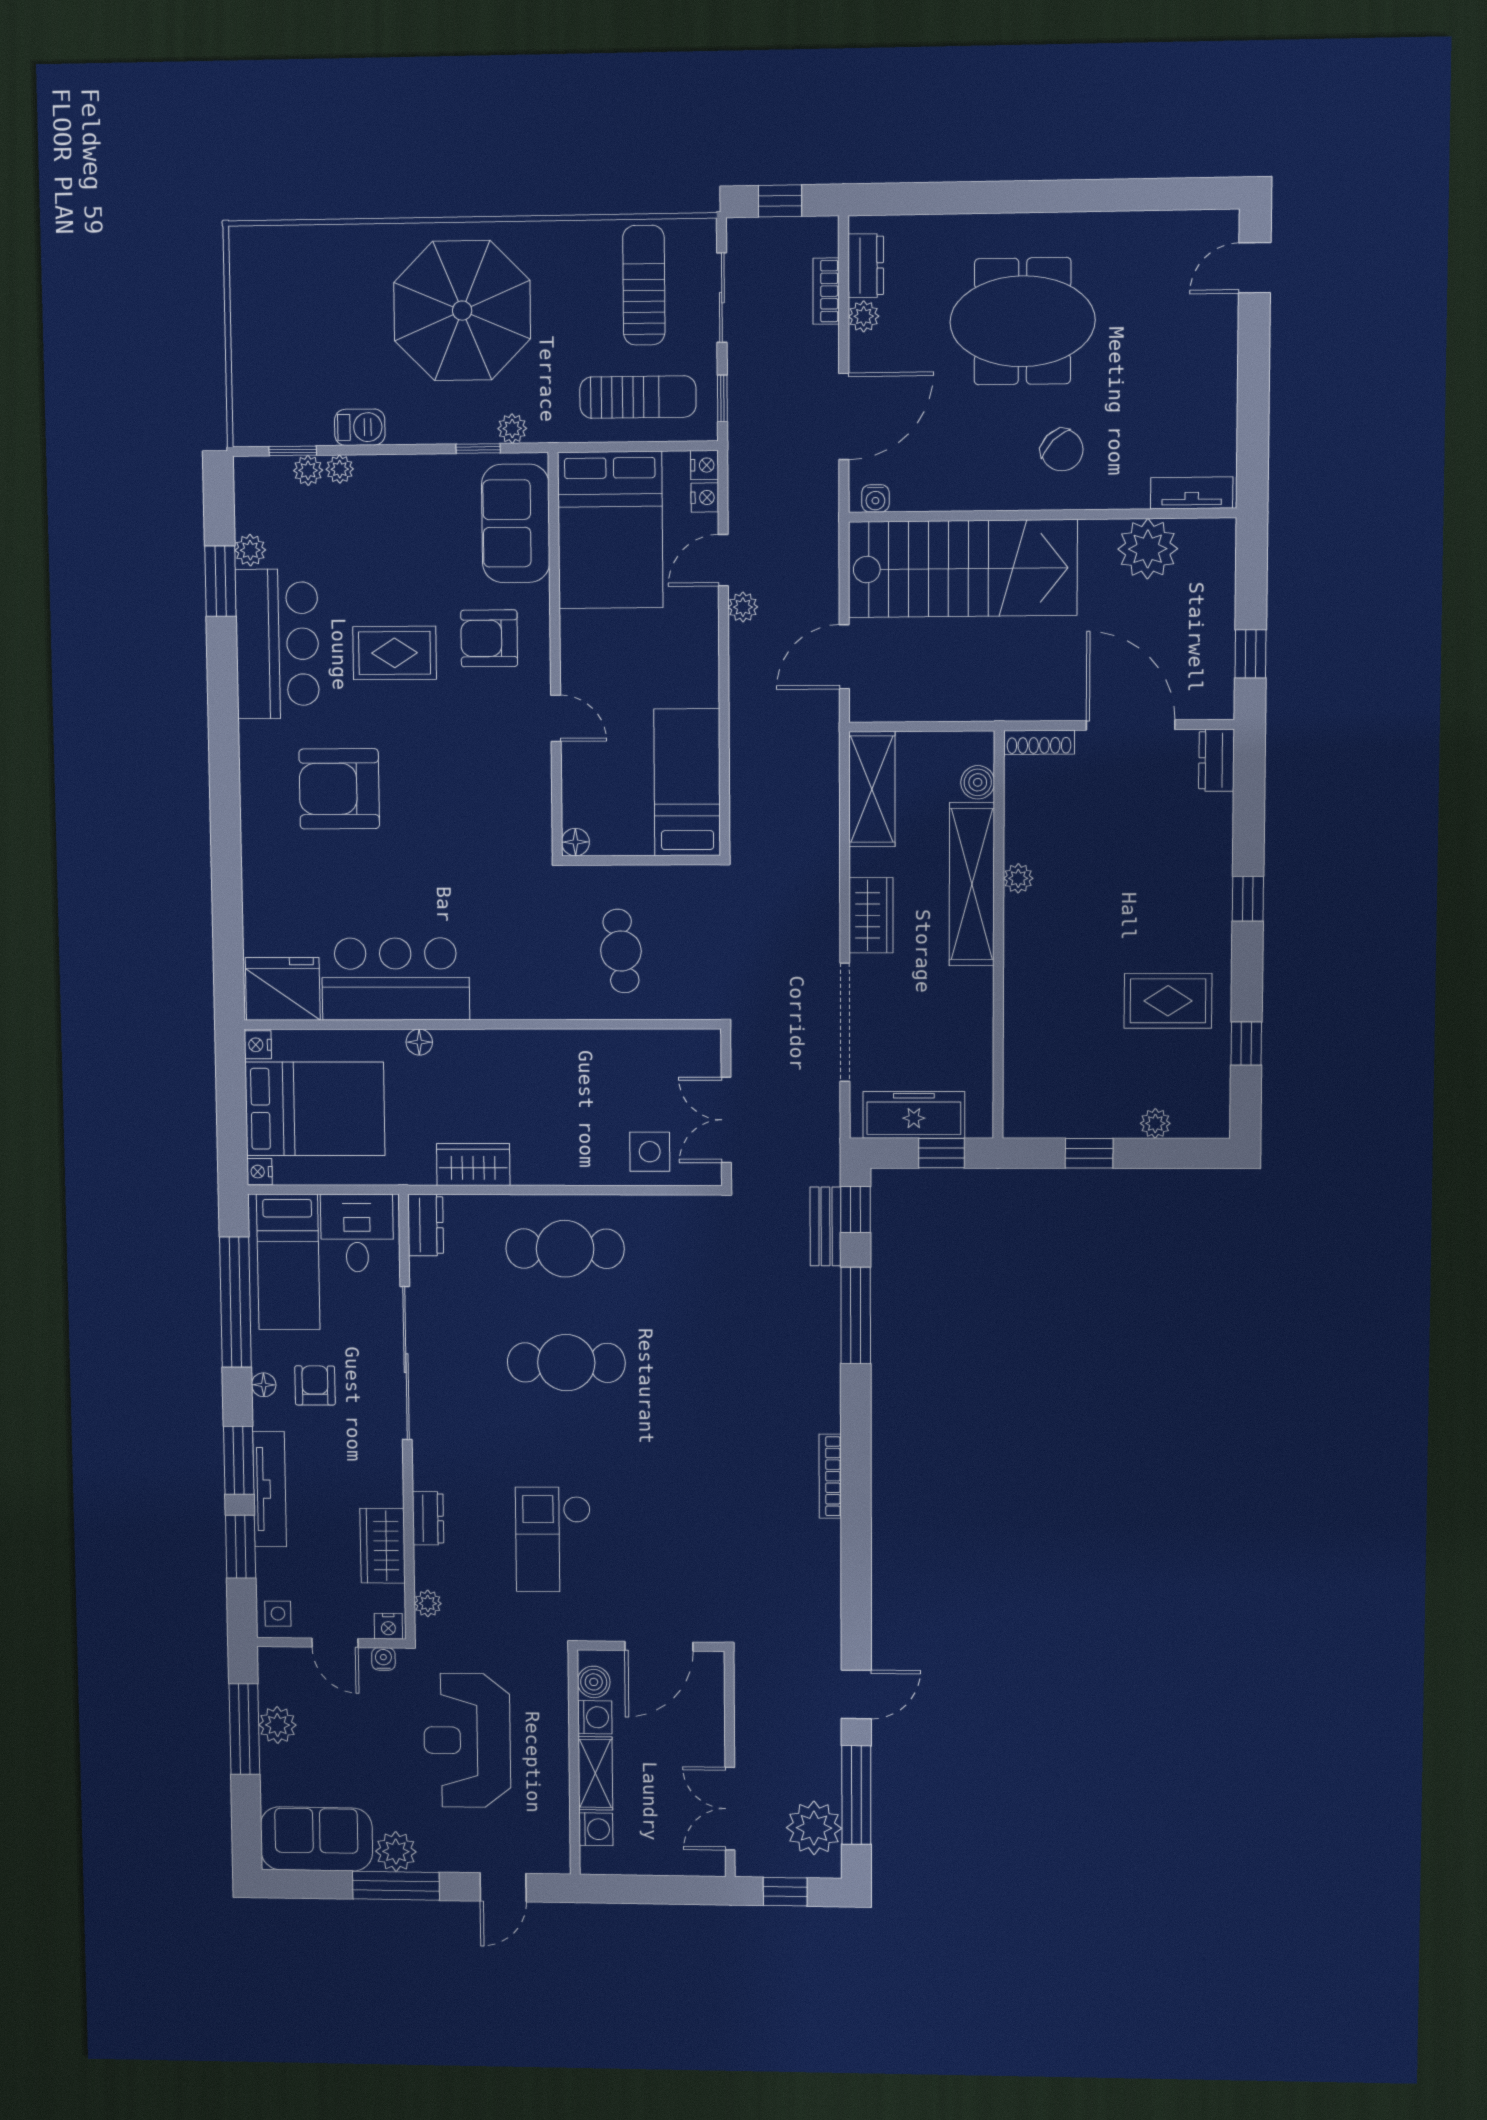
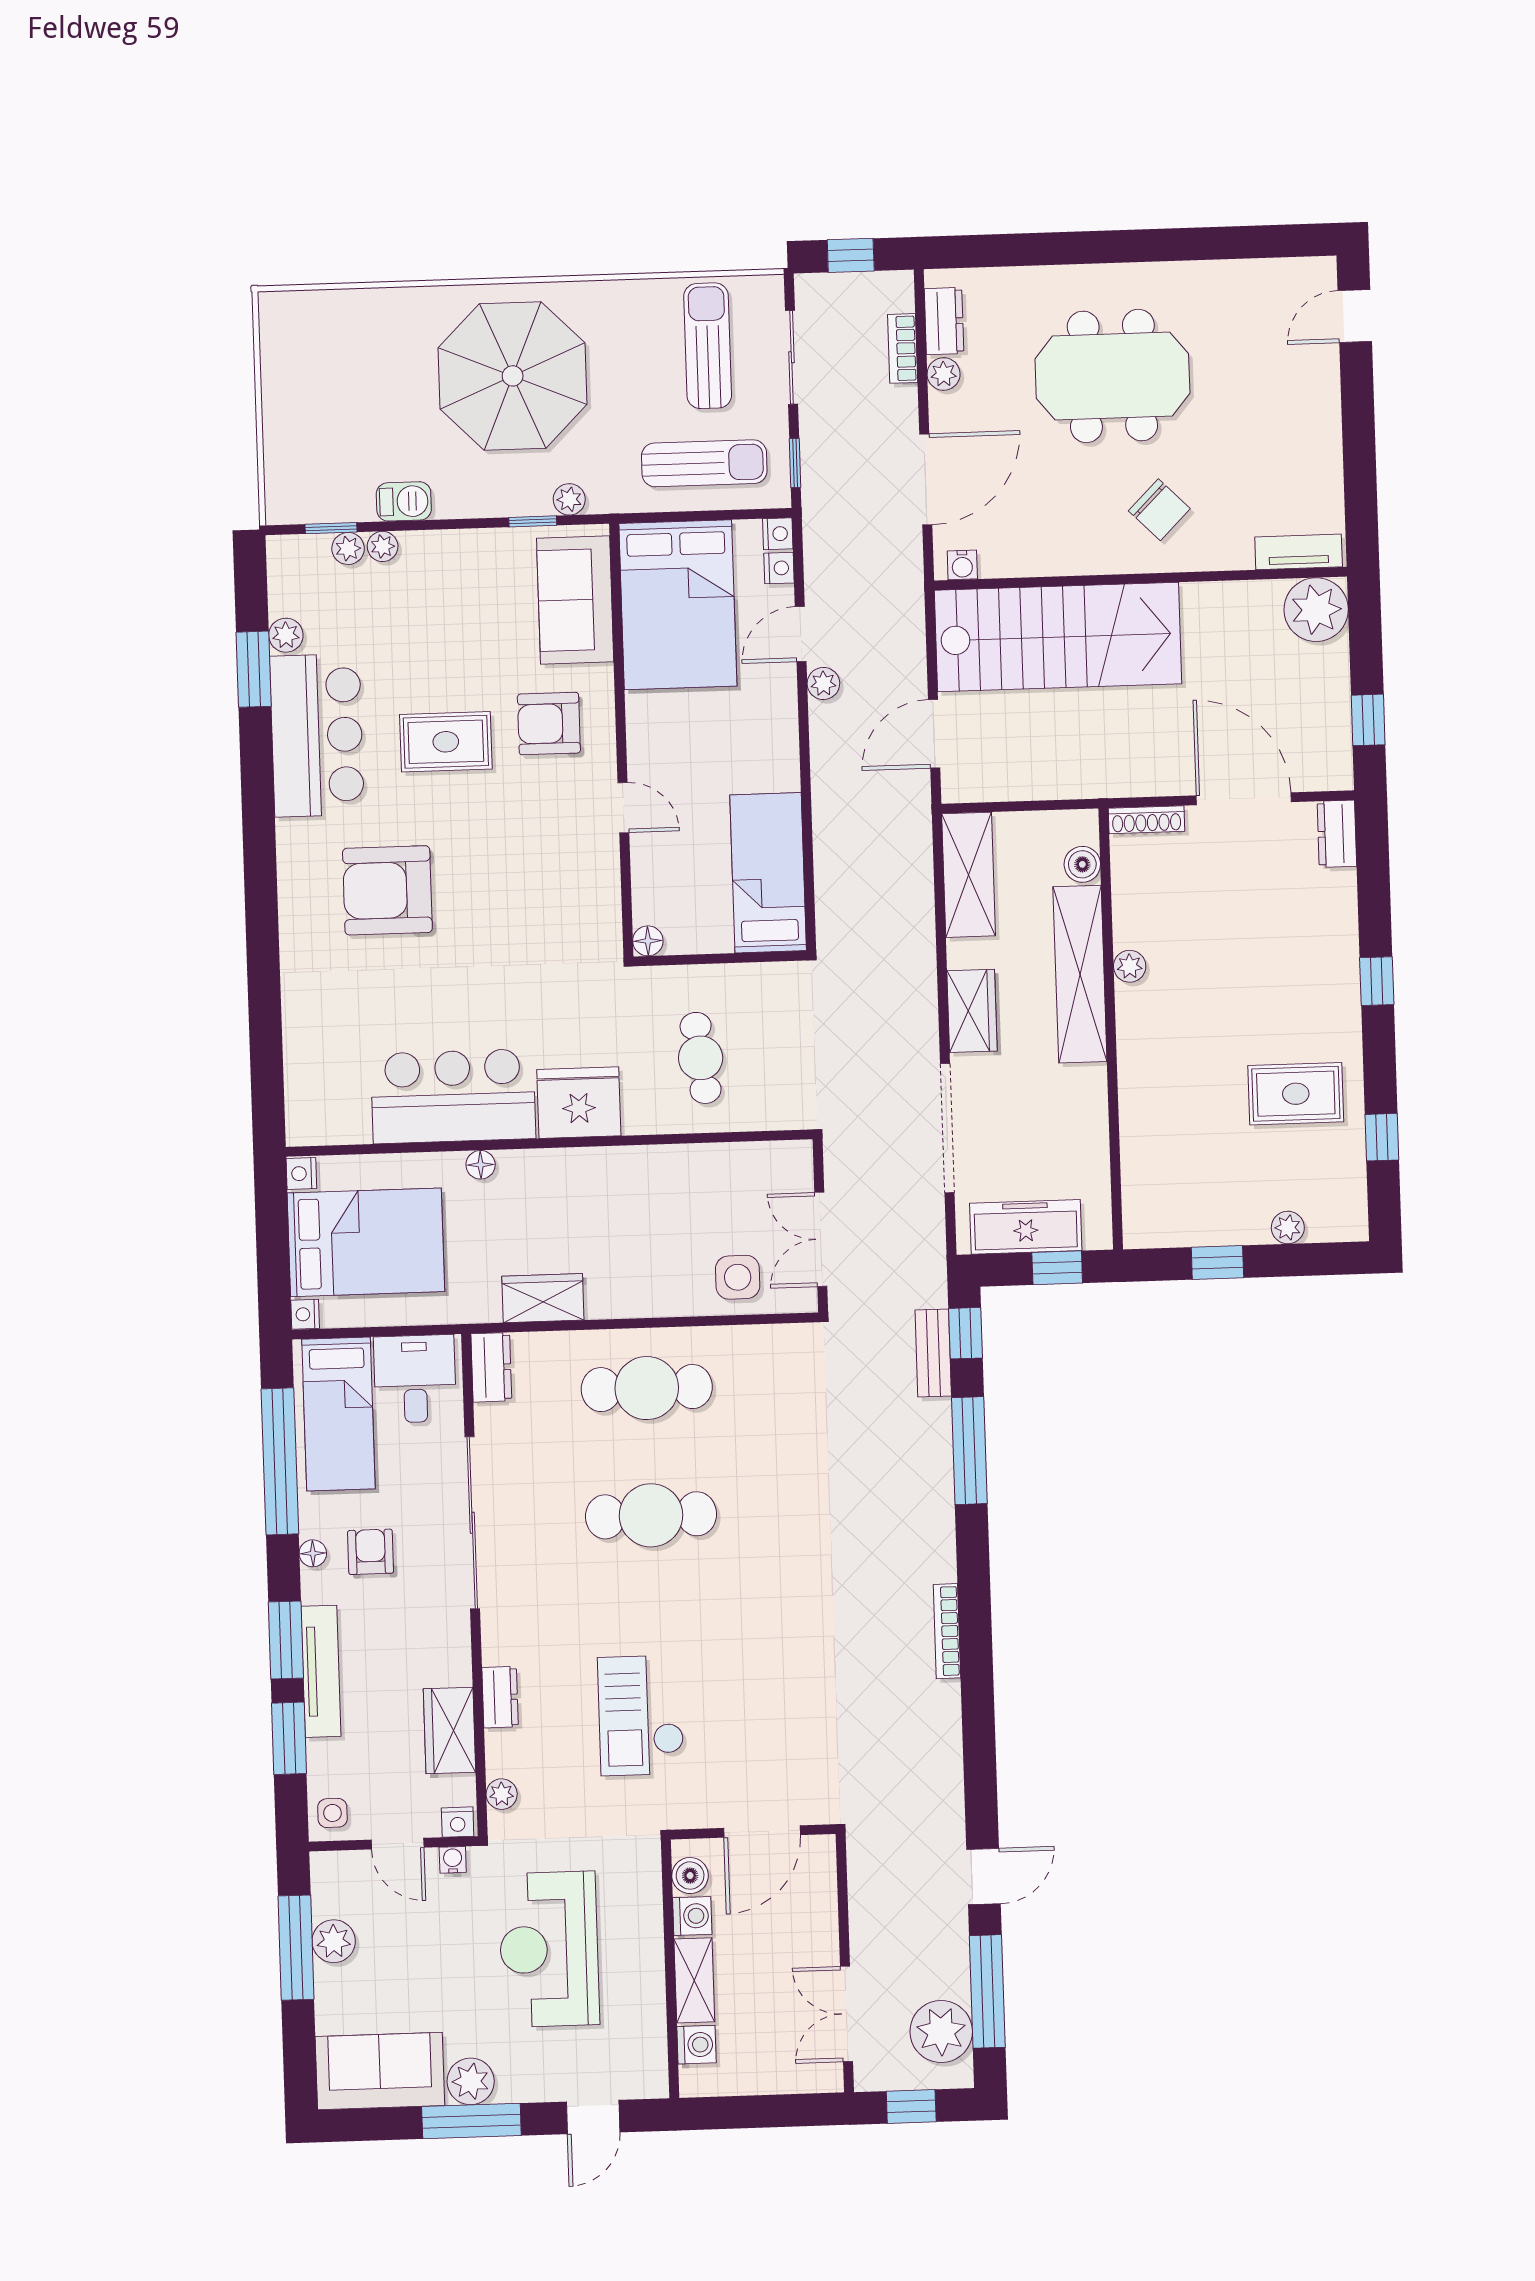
plant: (1148, 549) -> (1316, 610), moved
fridge: (283, 989) -> (579, 1103), moved

